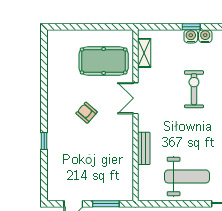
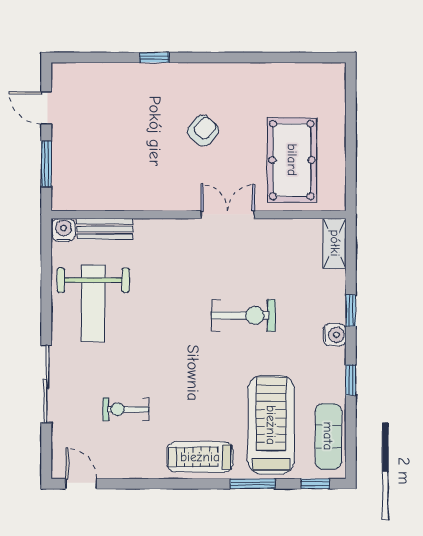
water cooler: (191, 36) -> (64, 230), moved, turned -90
shelving: (144, 53) -> (335, 243), moved, turned 90
bench: (144, 148) -> (105, 229), moved

